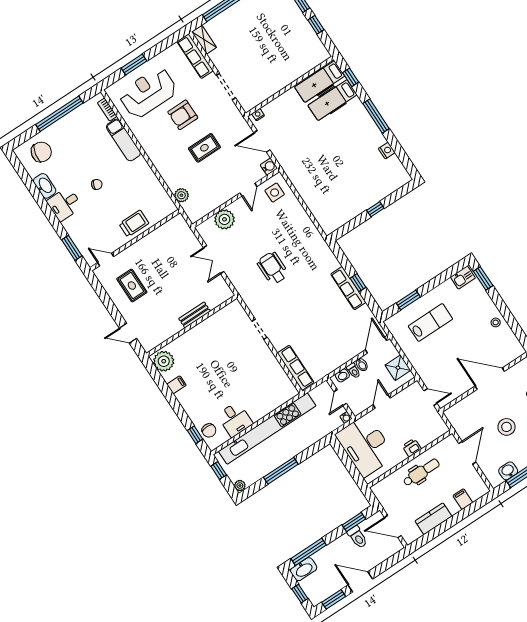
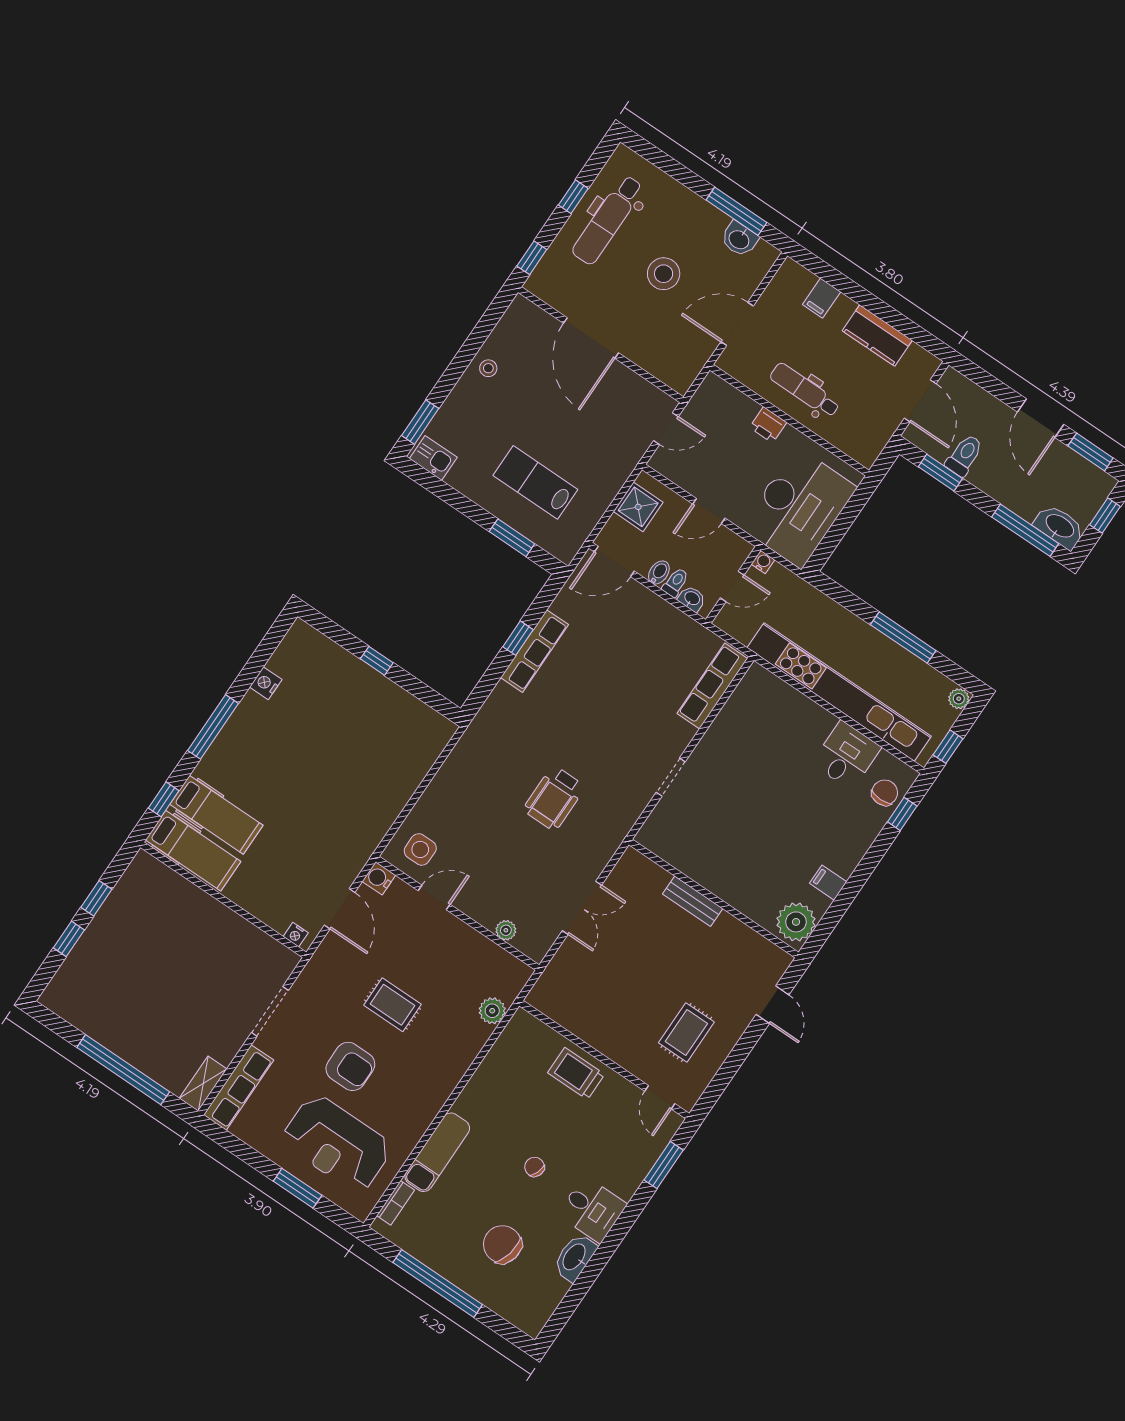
chair: (41, 152) -> (502, 1244), moved
plant: (224, 219) -> (506, 930), width x0.53, depth x0.53
door: (430, 397) -> (666, 429), swing flipped

